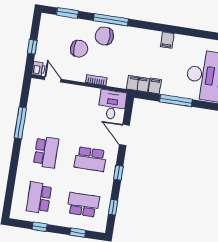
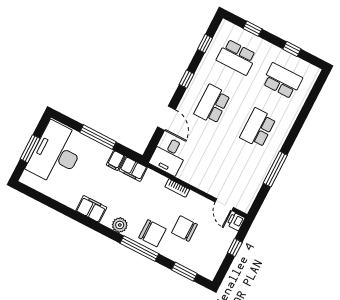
plant: (134, 34) -> (120, 225), added
filing cabinet: (167, 40) -> (91, 209), width x2.00
school desk: (90, 159) -> (212, 104), turned -90
school desk: (39, 198) -> (282, 81), turned -90

